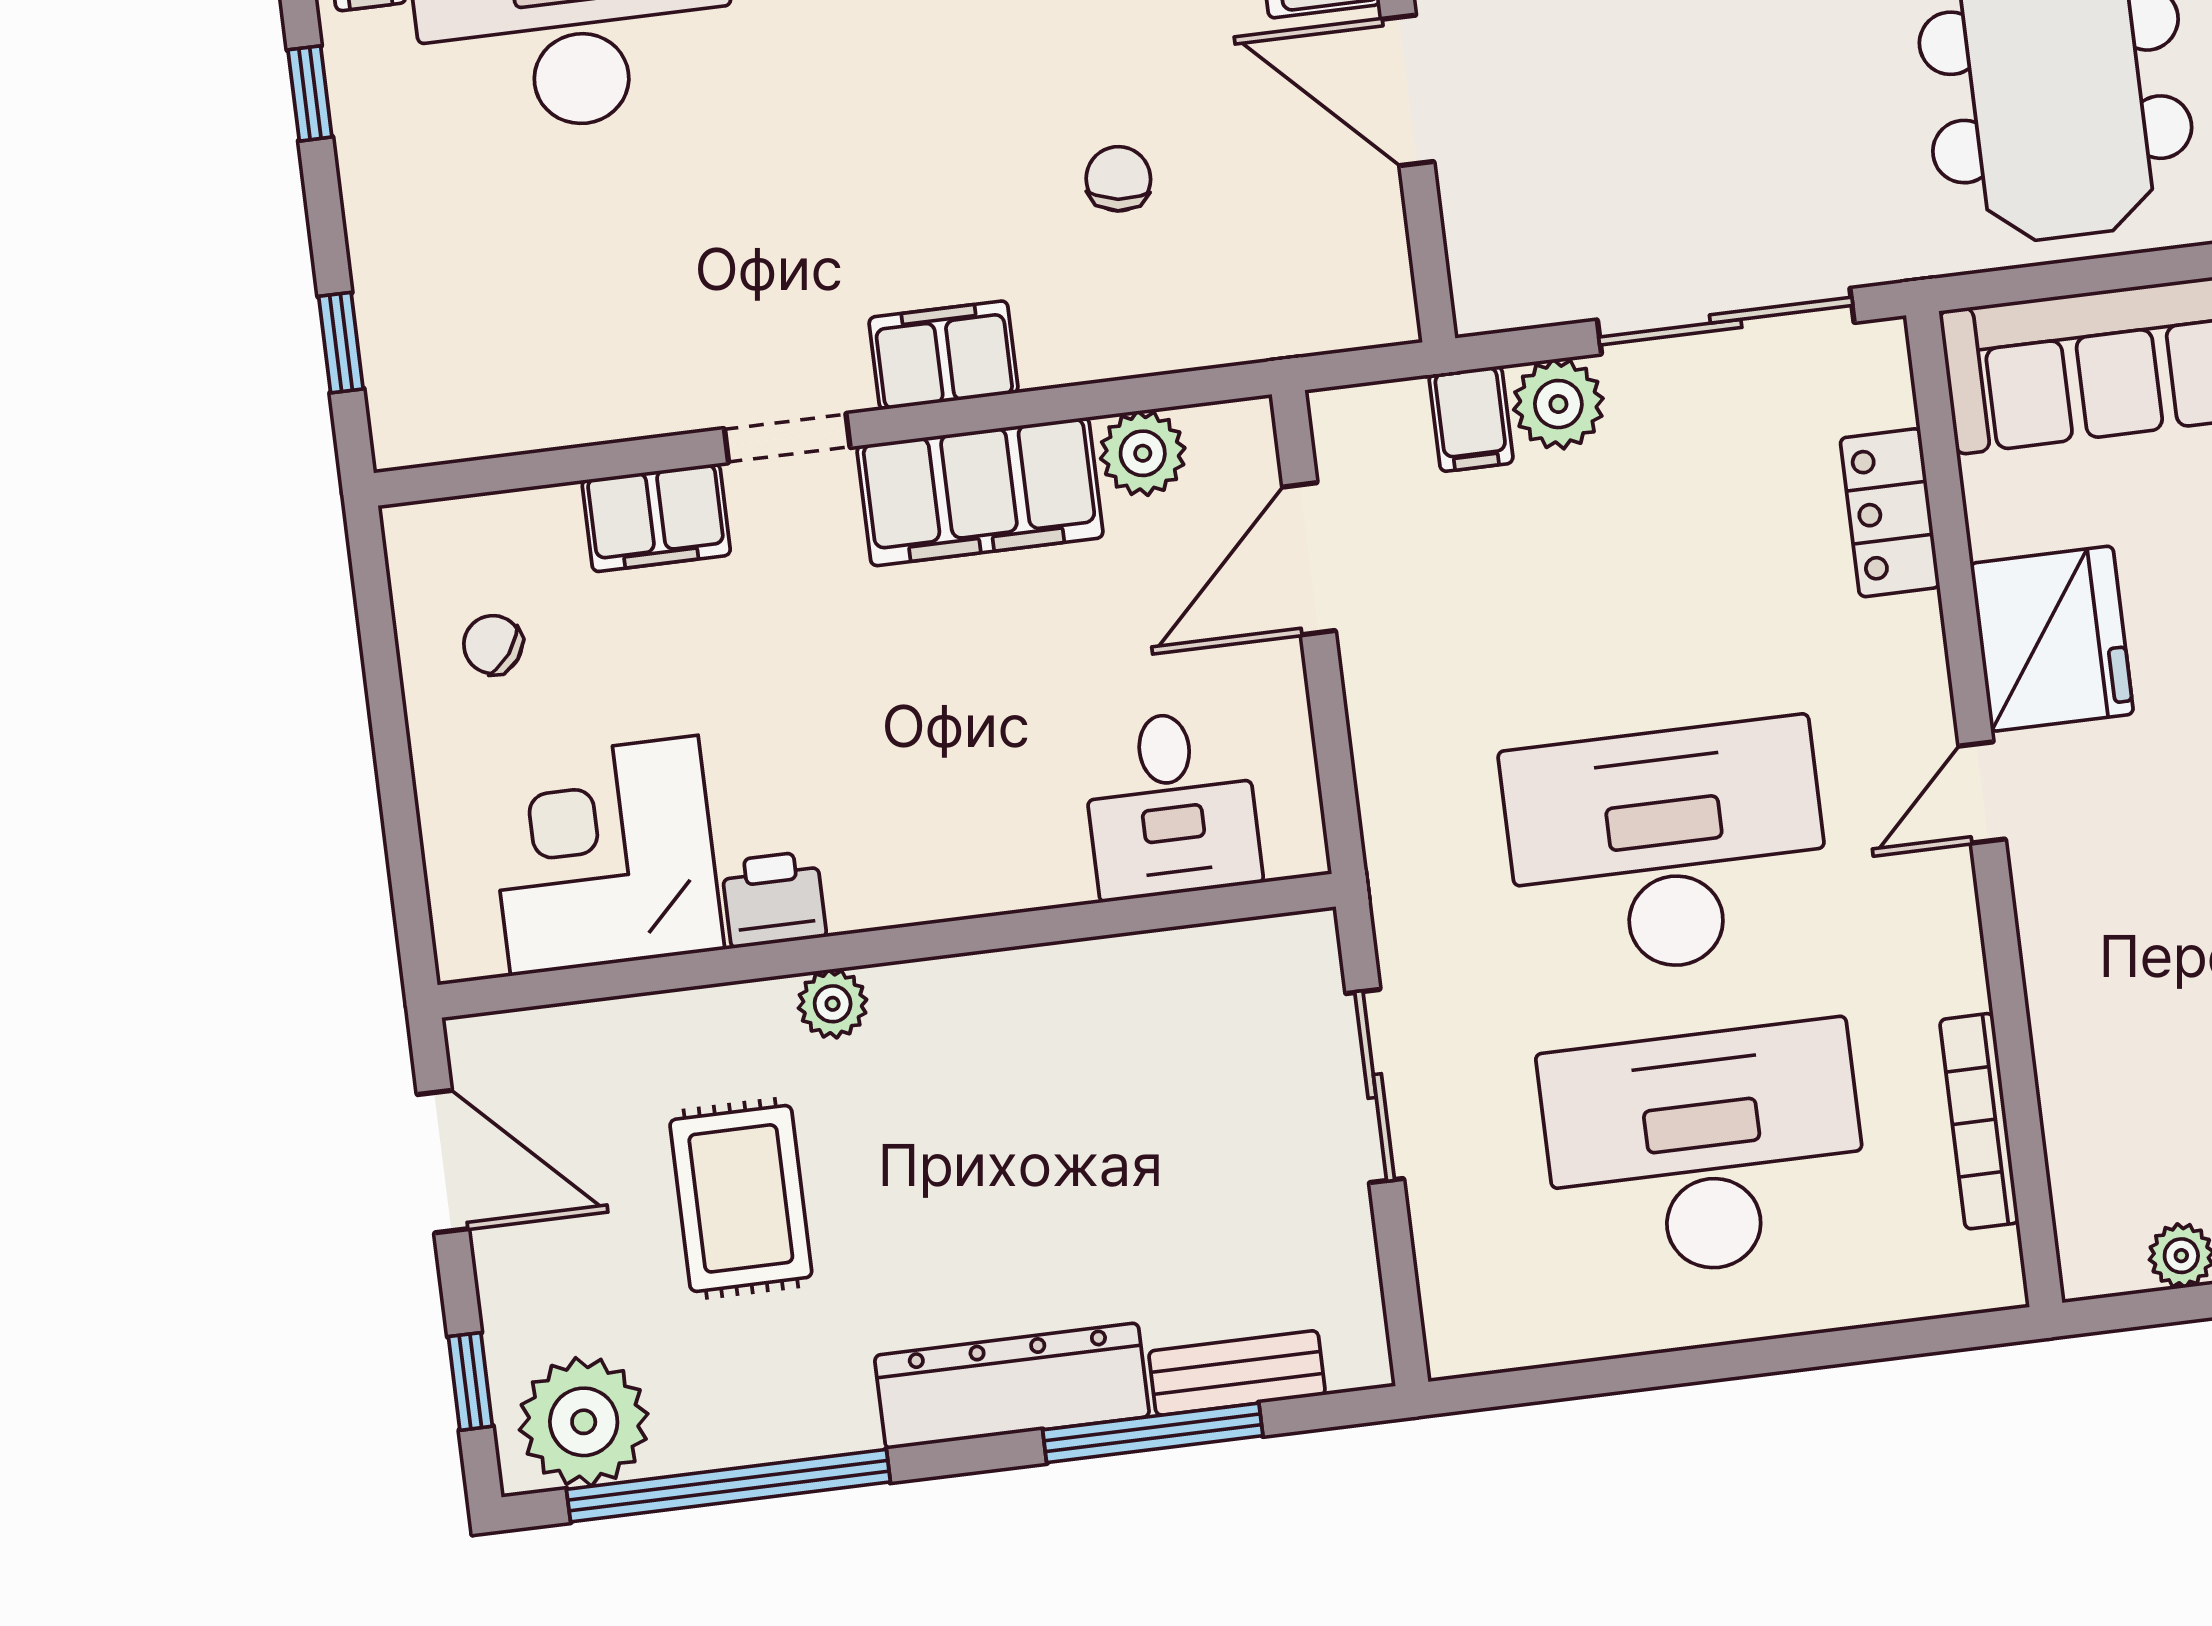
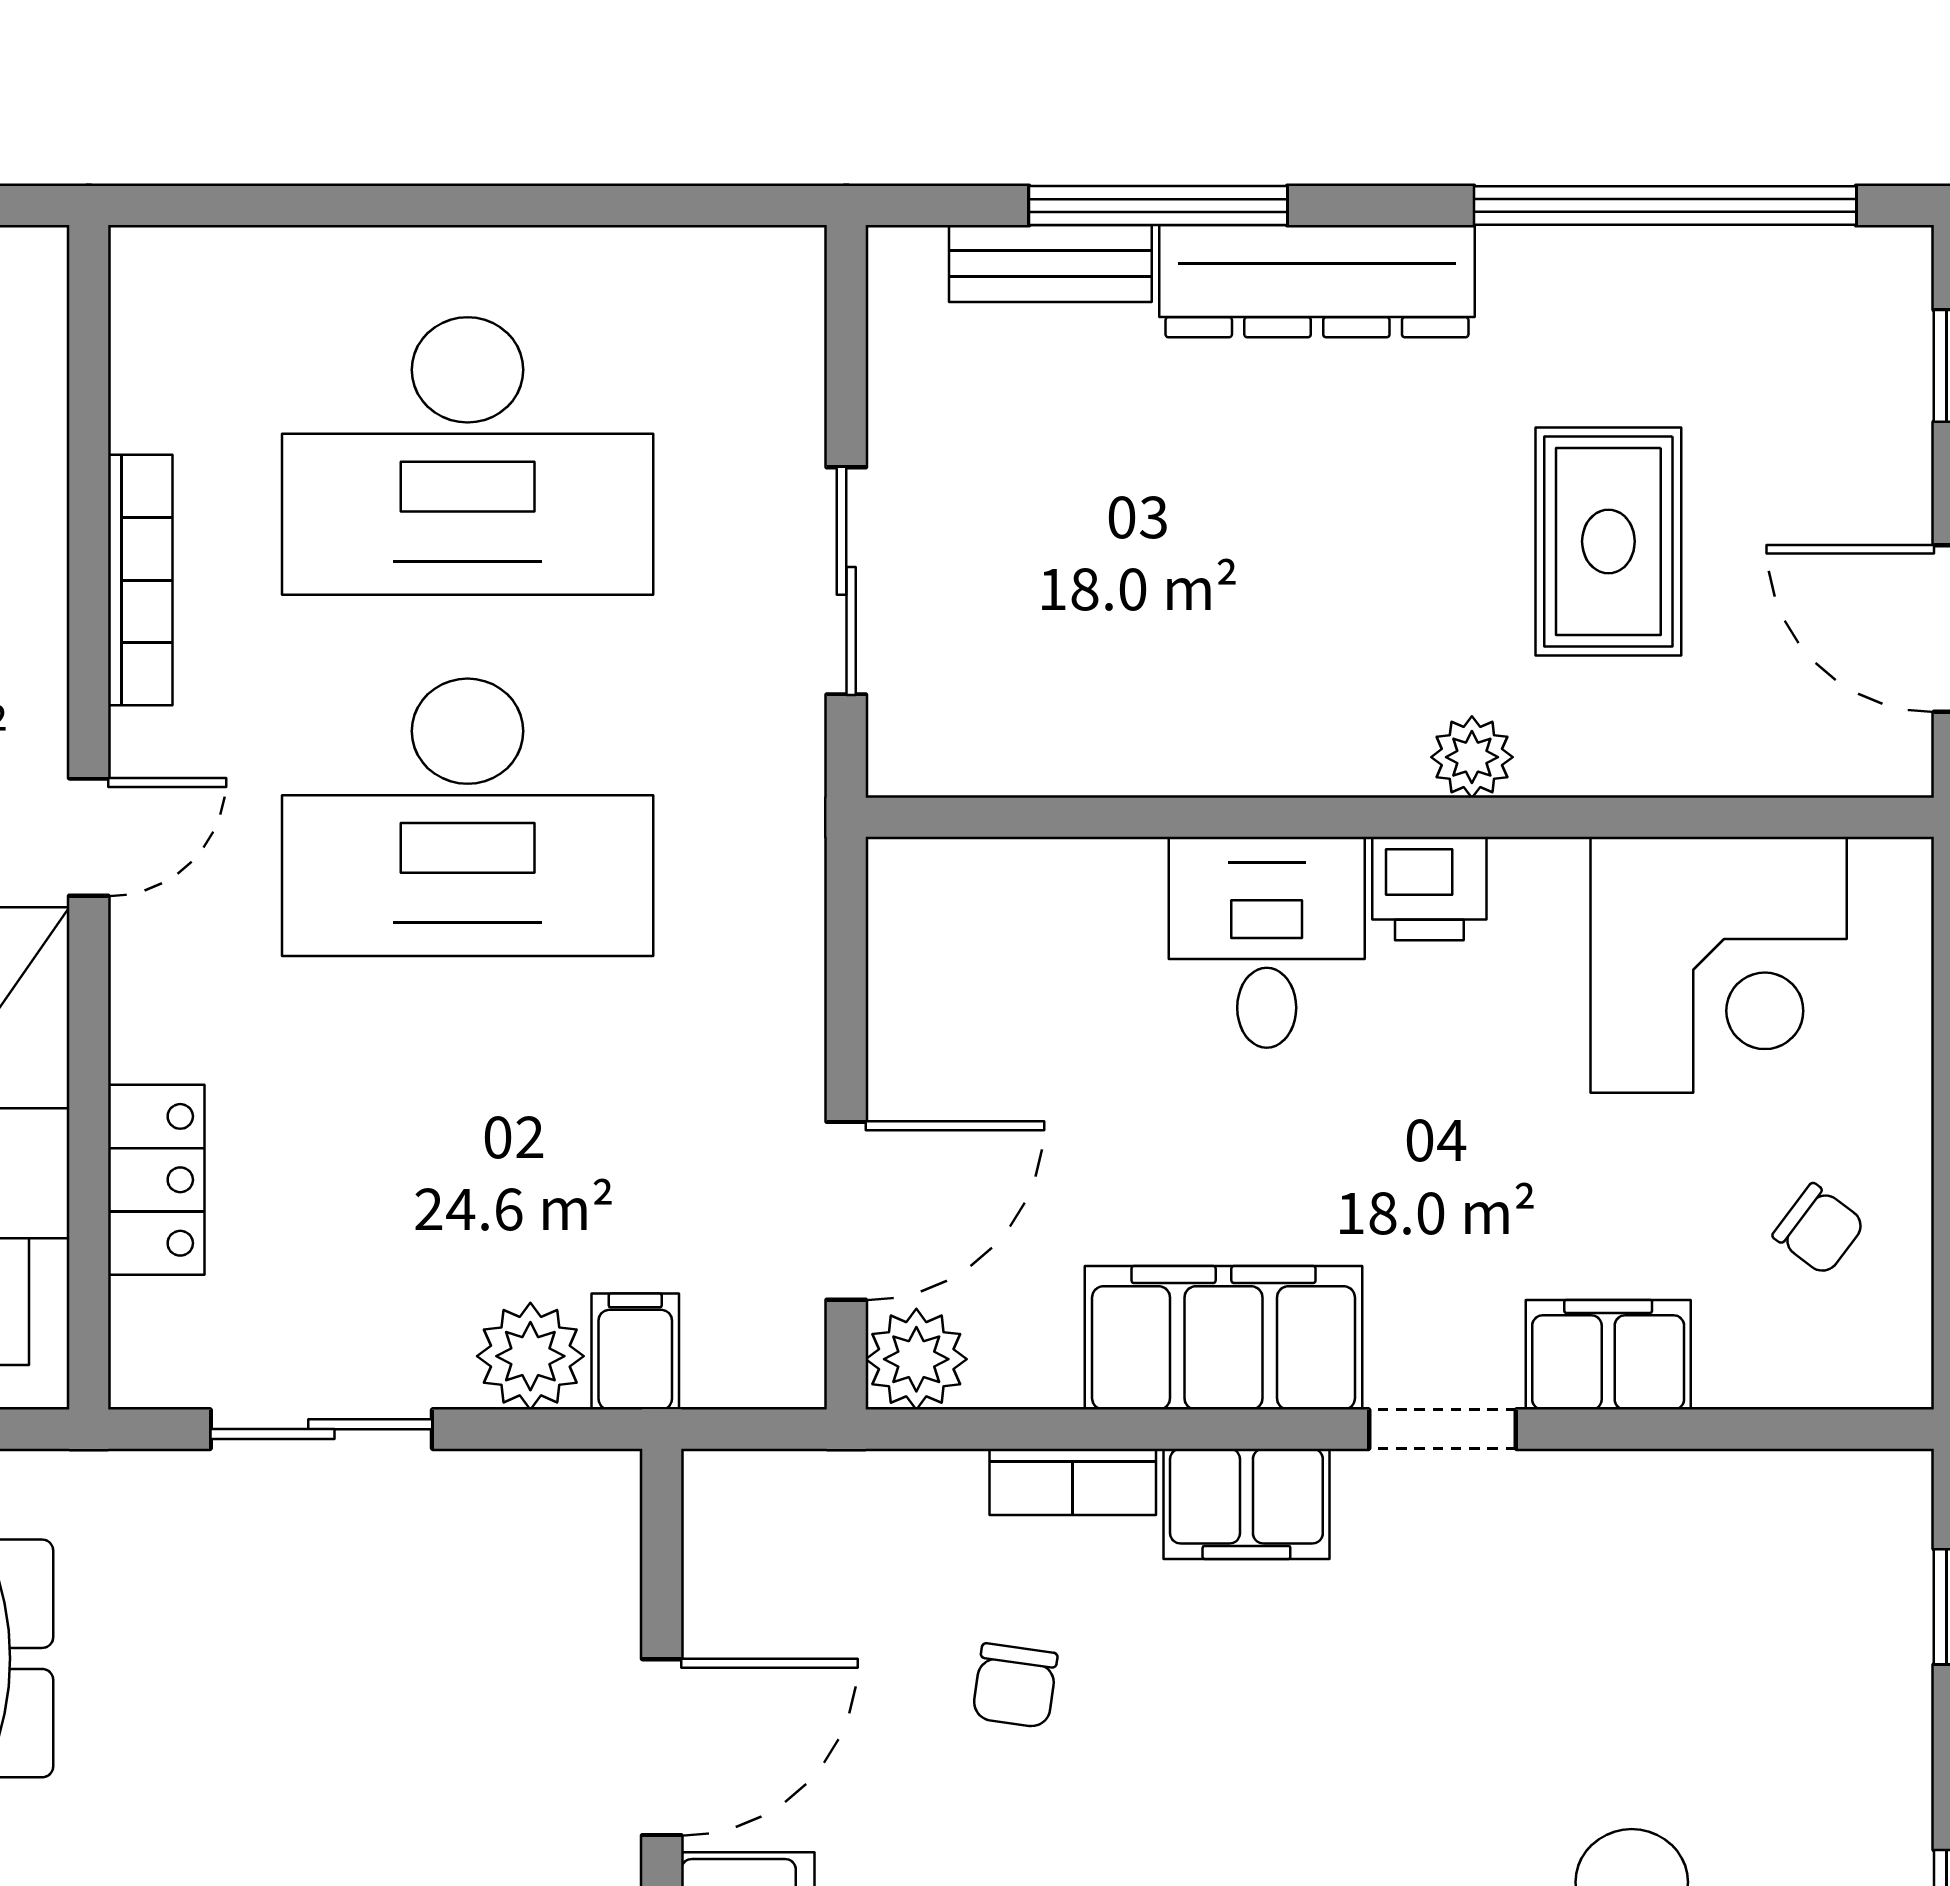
door: (1408, 90) -> (662, 1747), hinge flipped
sliding door: (1726, 321) -> (321, 1429), width x0.73
bookcase: (1091, 355) -> (1073, 1482), added
plant: (1143, 453) -> (916, 1359), moved
desk: (1171, 804) -> (1267, 942), moved
printer: (774, 899) -> (1429, 889), moved
bookcase: (1979, 1121) -> (140, 580), moved
plant: (584, 1422) -> (1826, 302), removed

